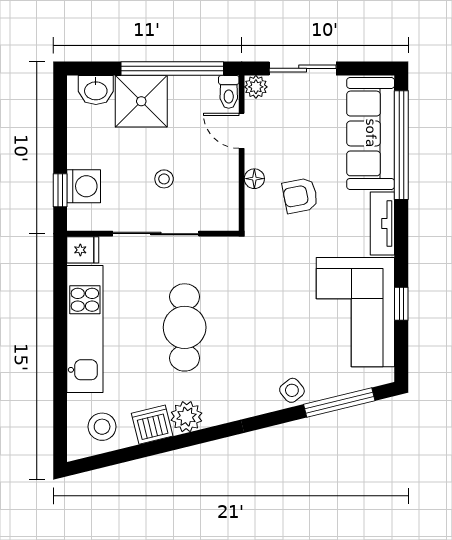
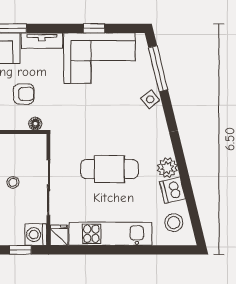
floor lamp: (254, 179) -> (35, 124), moved
washing machine: (84, 186) -> (36, 235), moved, turned -90
armchair: (300, 196) -> (24, 94), turned -79

